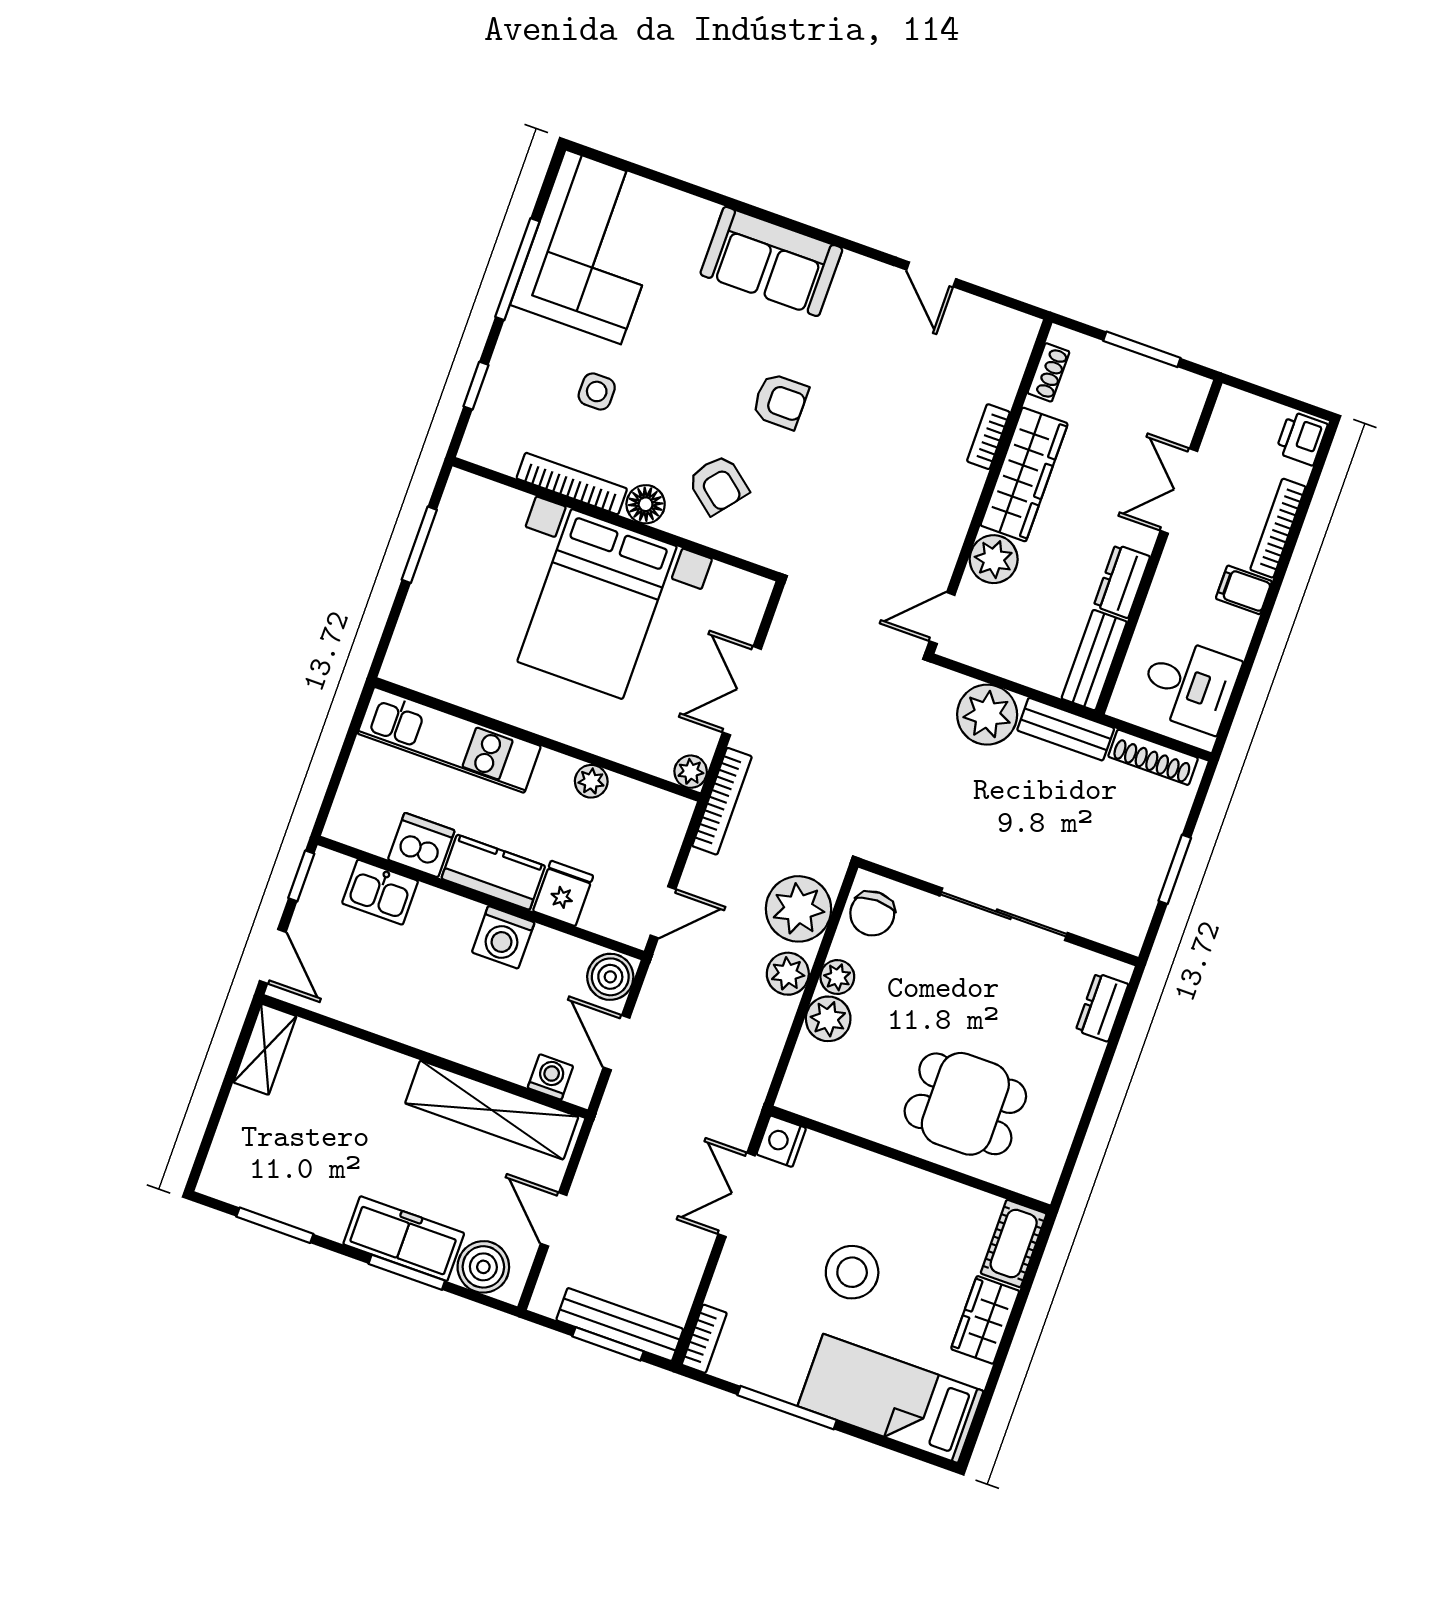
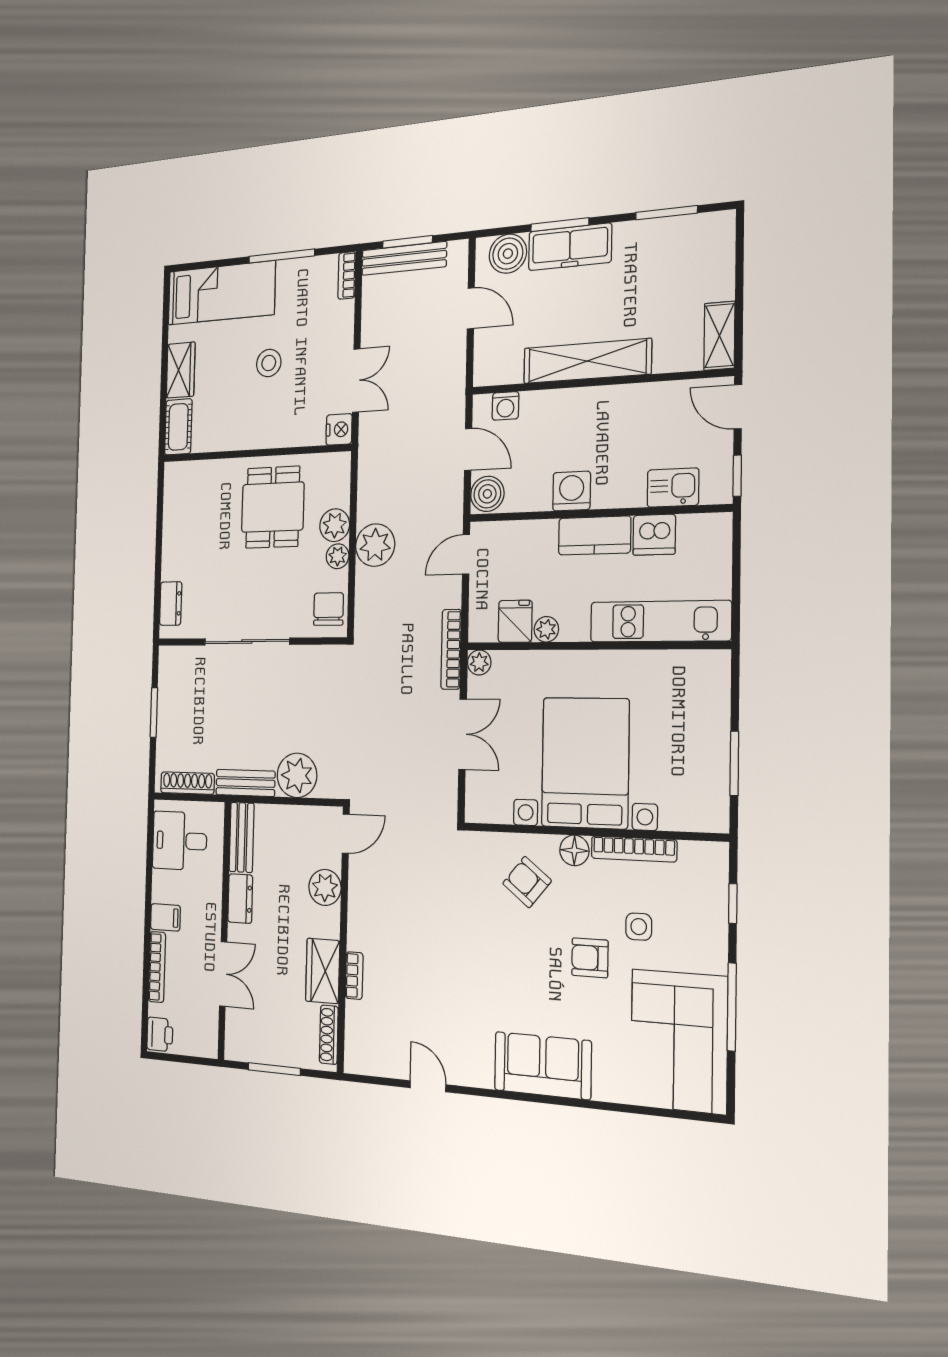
shoe rack: (1048, 372) -> (329, 1035), width x1.43
armchair: (780, 401) -> (590, 958), moved
wardrobe: (1024, 474) -> (323, 971), width x0.67
fridge: (563, 893) -> (515, 621), moved, turned 180
plant: (798, 909) -> (377, 593), removed
plant: (788, 974) -> (375, 545), width x1.36, depth x1.36
dining table: (965, 1104) -> (273, 507), moved, turned 90
shelving: (492, 1110) -> (587, 361), moved
stool: (852, 1272) -> (269, 363), width x0.73, depth x0.73

